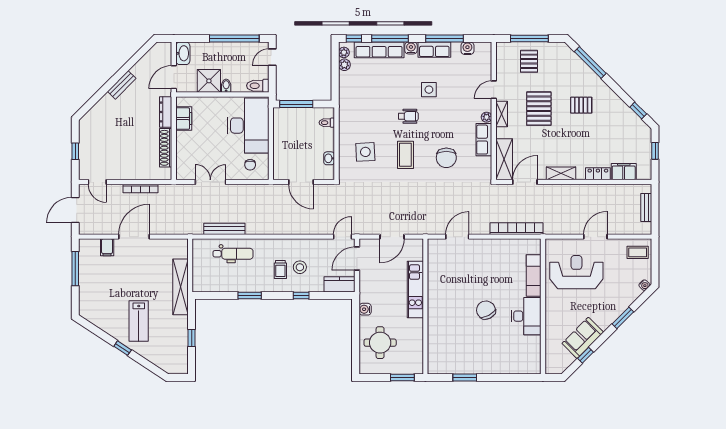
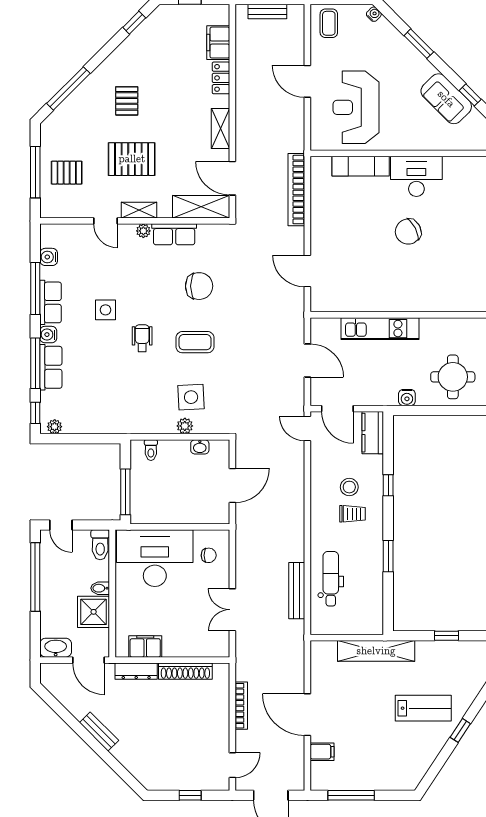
row of seats: (379, 50) -> (51, 367), width x0.68
plant: (344, 65) -> (185, 426), moved

